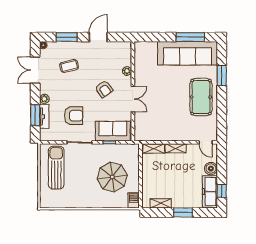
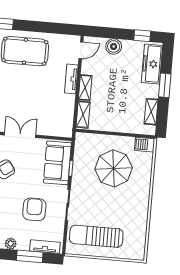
tv unit: (44, 116) -> (45, 247), moved
tv unit: (182, 137) -> (71, 79), added
freezer: (210, 192) -> (152, 64), moved, turned 90

